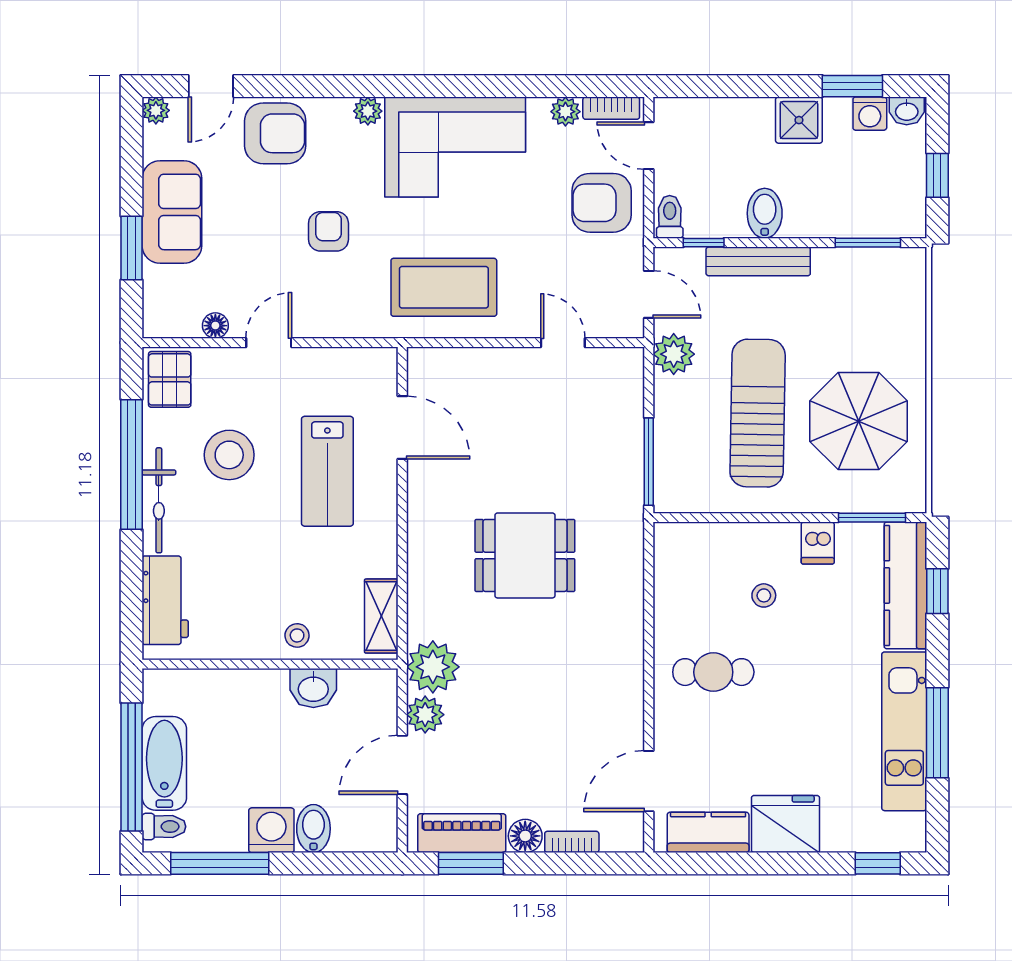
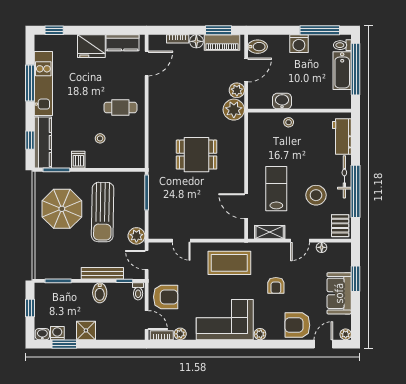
shelving: (381, 616) -> (270, 232), moved, turned 90
bidet: (313, 829) -> (258, 47), moved, turned -90

